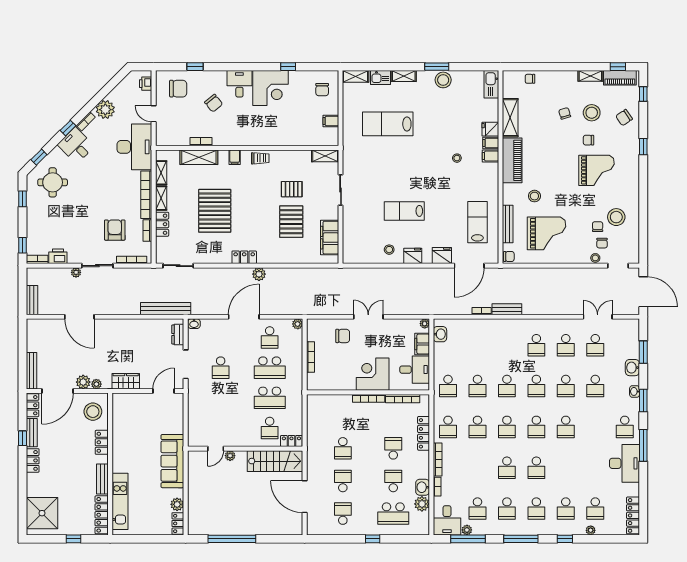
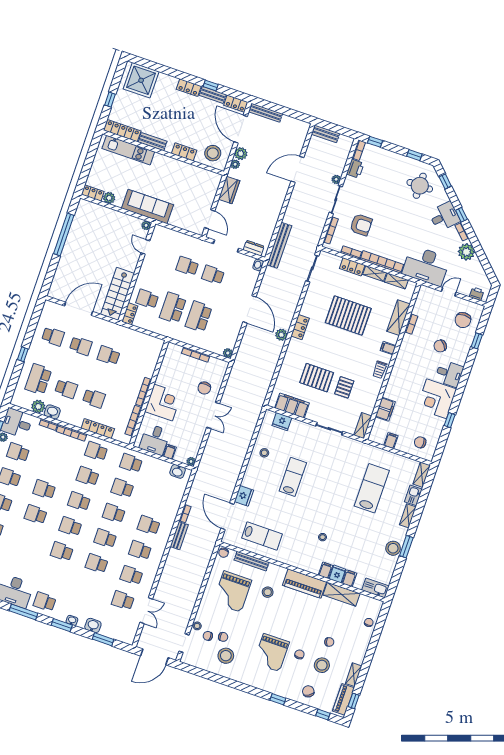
filing cabinet: (300, 138) -> (385, 409), added
filing cabinet: (490, 156) -> (349, 578), moved
fridge: (413, 256) -> (282, 422), moved, turned 90
school desk: (270, 337) -> (187, 266), moved
filing cabinet: (422, 344) -> (170, 452), width x0.50
school desk: (595, 386) -> (149, 525), moved
plant: (230, 456) -> (146, 225), moved

